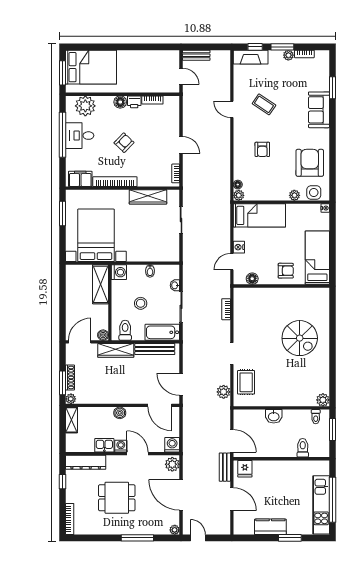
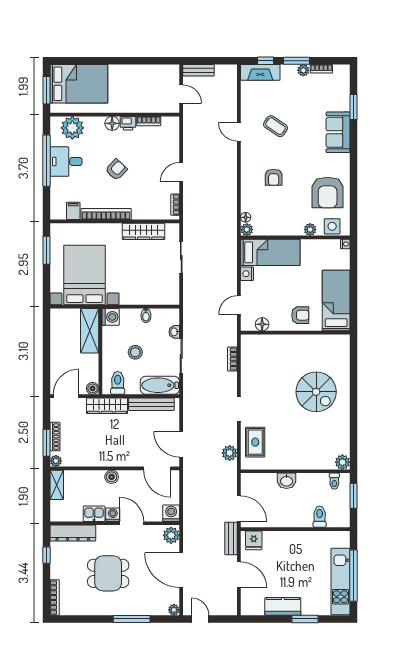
door: (181, 145) -> (181, 172), swing flipped
armchair: (310, 163) -> (328, 193), turned 180
filing cabinet: (80, 179) -> (73, 211), width x0.50
nightstand: (239, 247) -> (247, 274), moved

